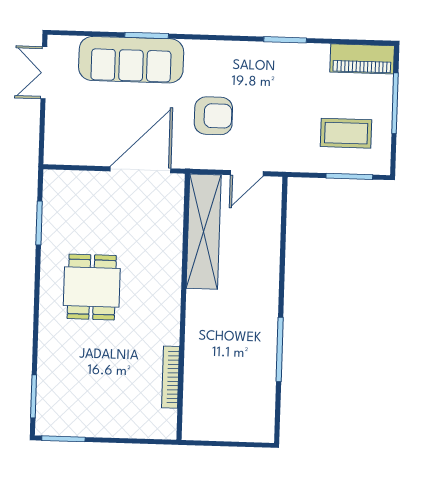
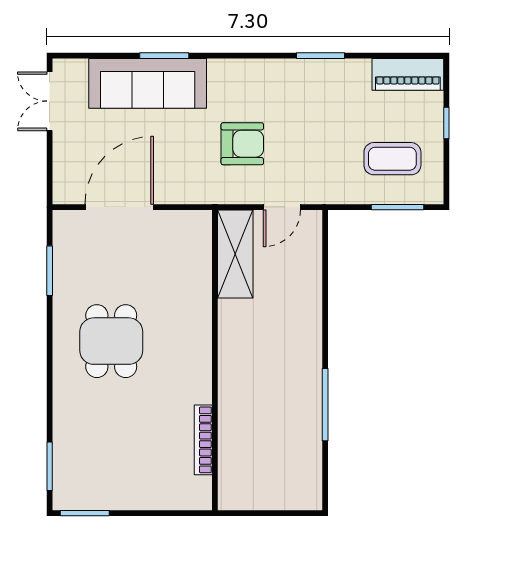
window: (395, 103) -> (446, 123), width x0.46
door: (140, 170) -> (119, 207), moved
shelving: (204, 232) -> (235, 254), width x0.68

